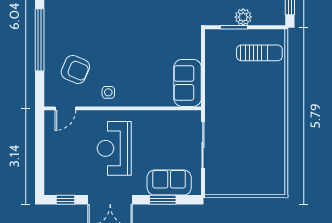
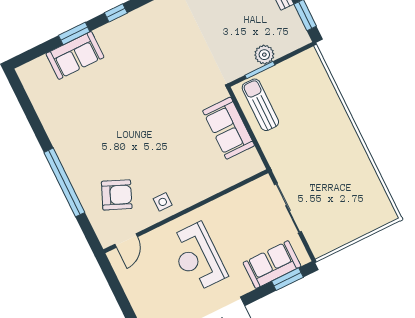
sun lounger: (259, 53) -> (260, 105), moved, turned -90
sofa: (188, 83) -> (229, 128), moved
window: (163, 200) -> (287, 279), moved

